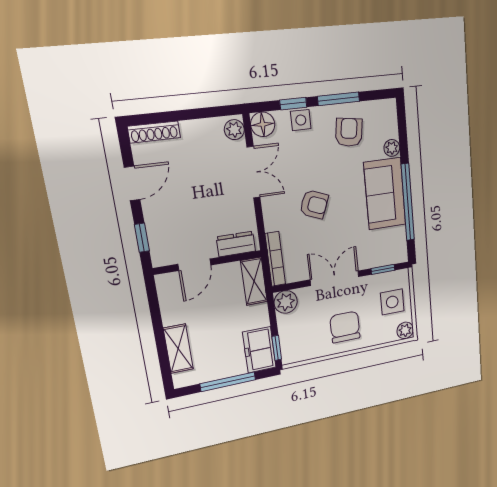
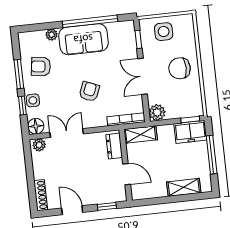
plant: (405, 330) -> (187, 20), removed

